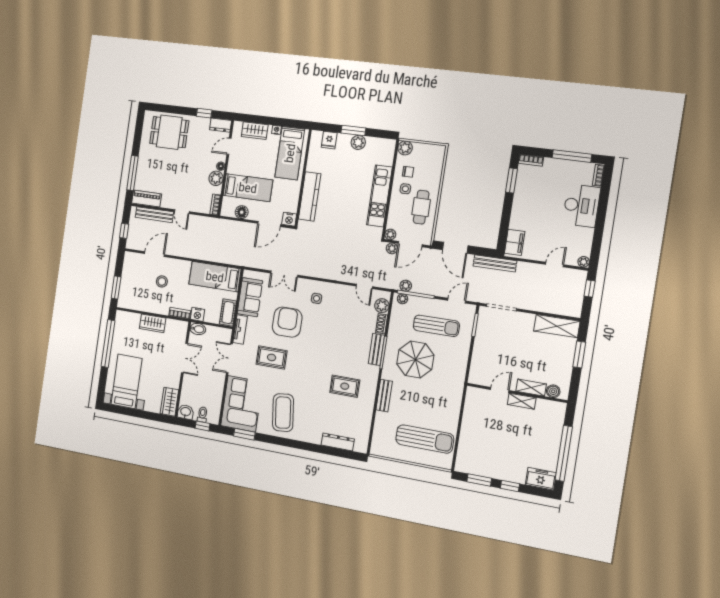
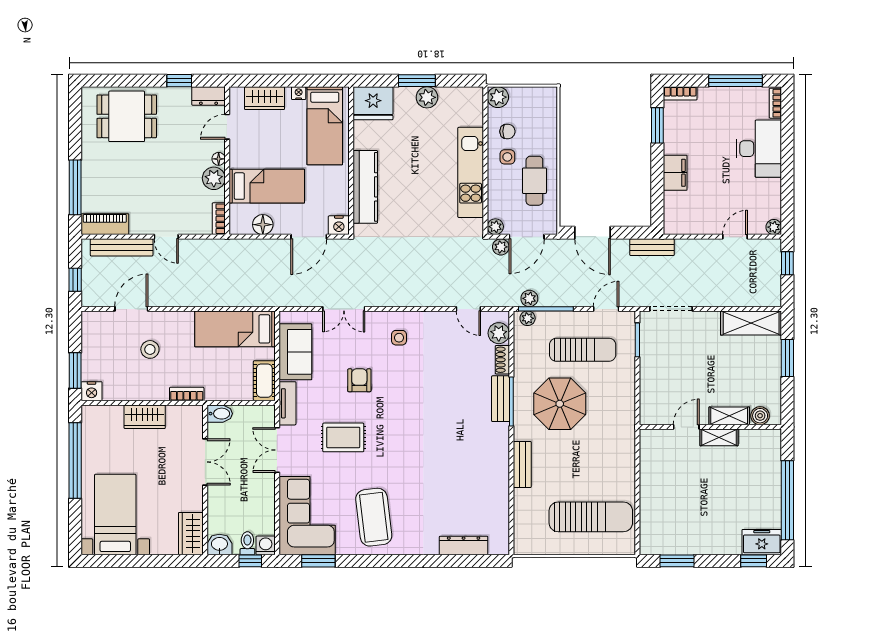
fridge: (329, 140) -> (373, 103), width x1.88, depth x1.34
filing cabinet: (515, 242) -> (675, 173), moved
bench: (495, 263) -> (652, 247), width x0.73
nightstand: (197, 314) -> (92, 391), moved
armchair: (287, 322) -> (359, 380), width x0.53, depth x0.53
rug: (345, 386) -> (462, 461), removed
washing machine: (213, 418) -> (266, 545), added
window: (510, 486) -> (754, 561), moved

